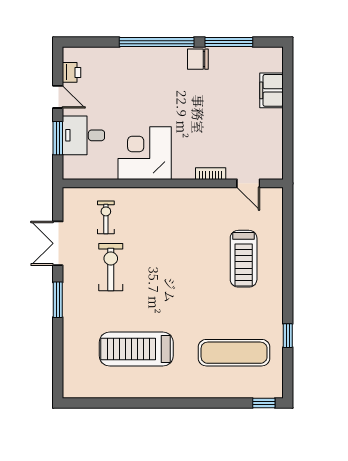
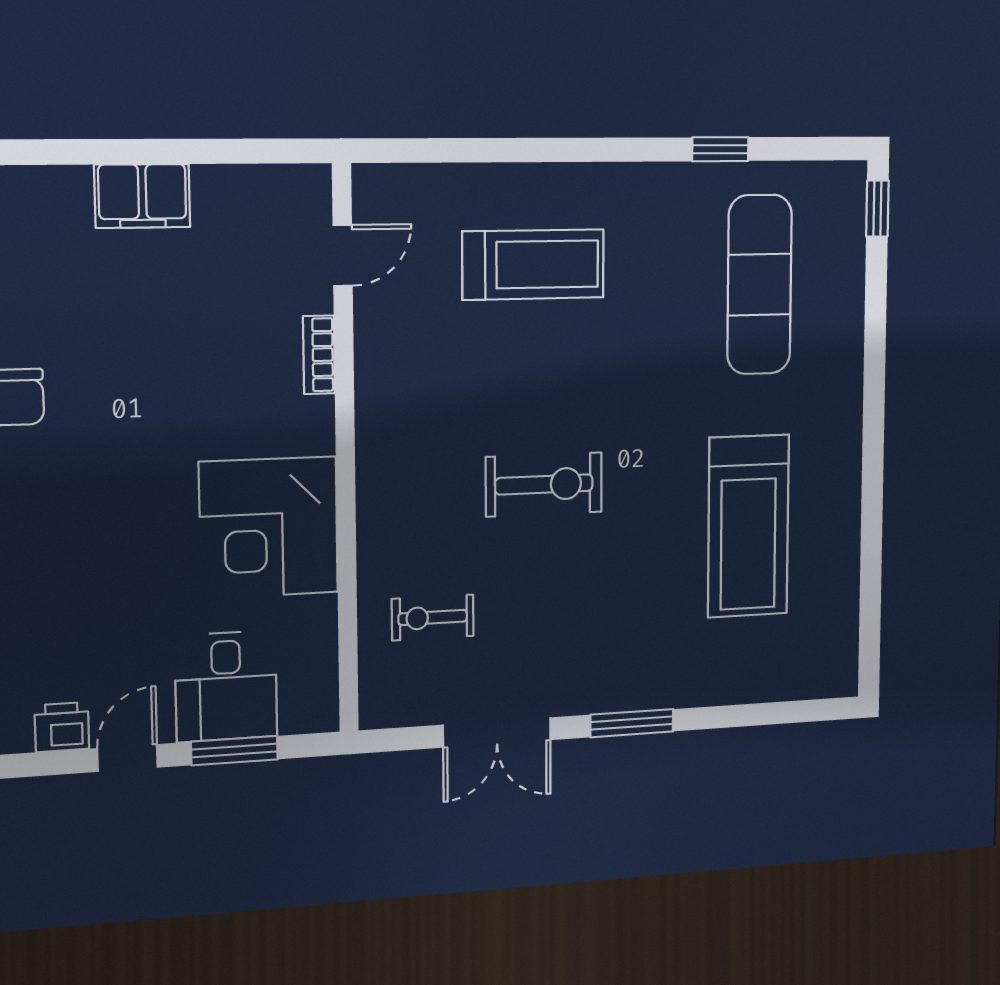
filing cabinet: (271, 90) -> (142, 196), moved
exercise bike: (111, 267) -> (544, 484), moved, turned 180

